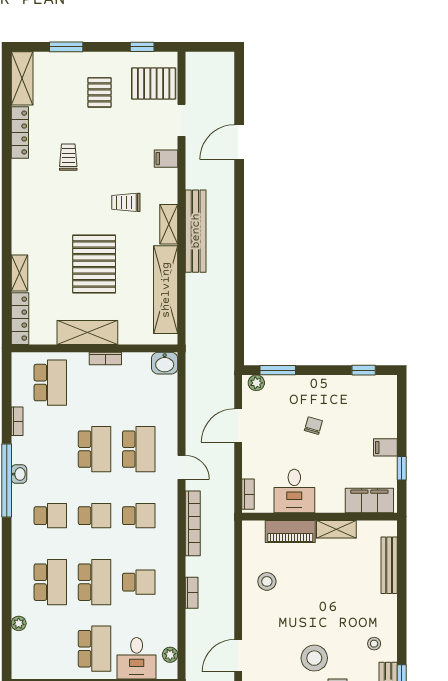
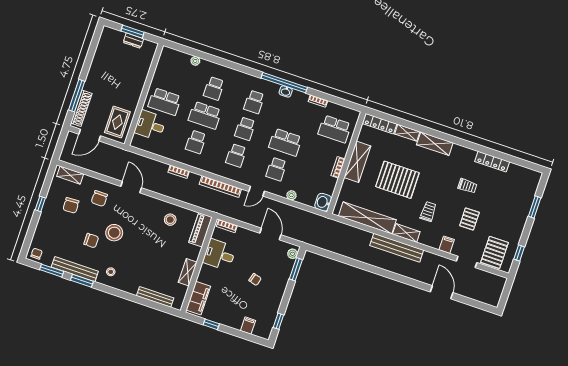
shelving: (22, 78) -> (435, 144), moved
pallet: (99, 92) -> (469, 219), moved, turned 90
filing cabinet: (385, 447) -> (248, 326), moved
school desk: (139, 449) -> (276, 169), width x0.54
piano: (290, 531) -> (200, 230), moved
school desk: (50, 582) -> (214, 88), width x0.54
plant: (170, 655) -> (291, 195), moved

